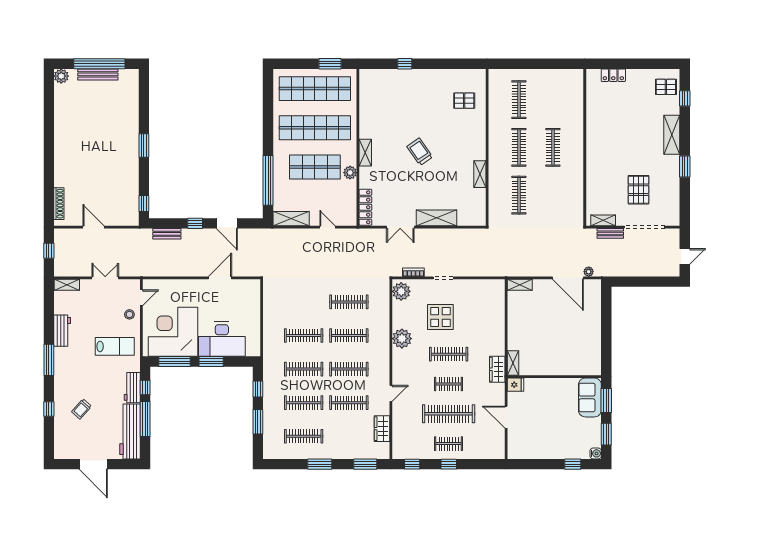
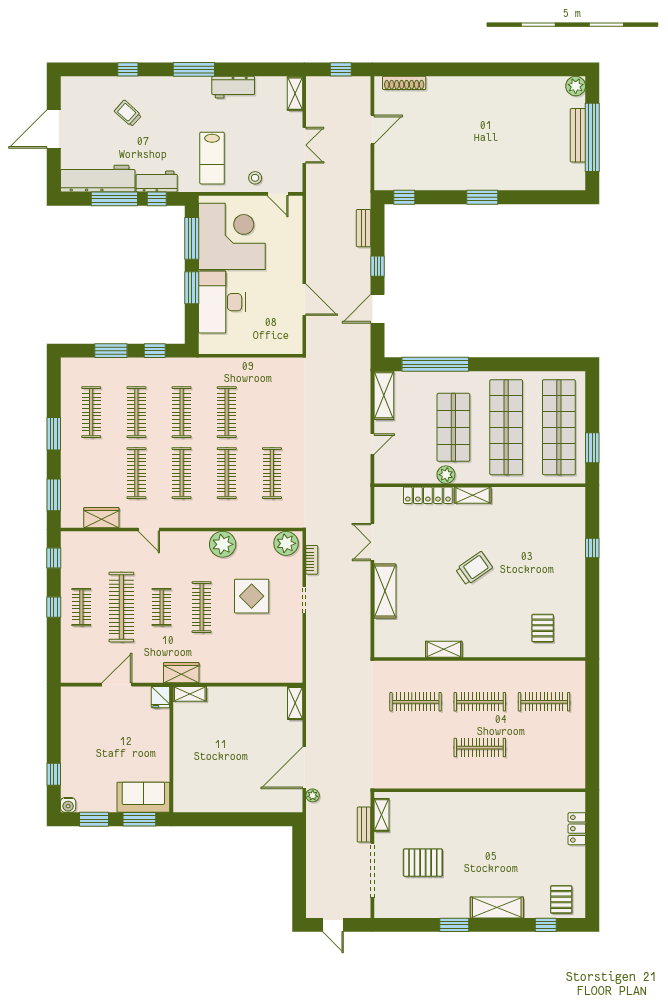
locker: (365, 207) -> (428, 495), moved

